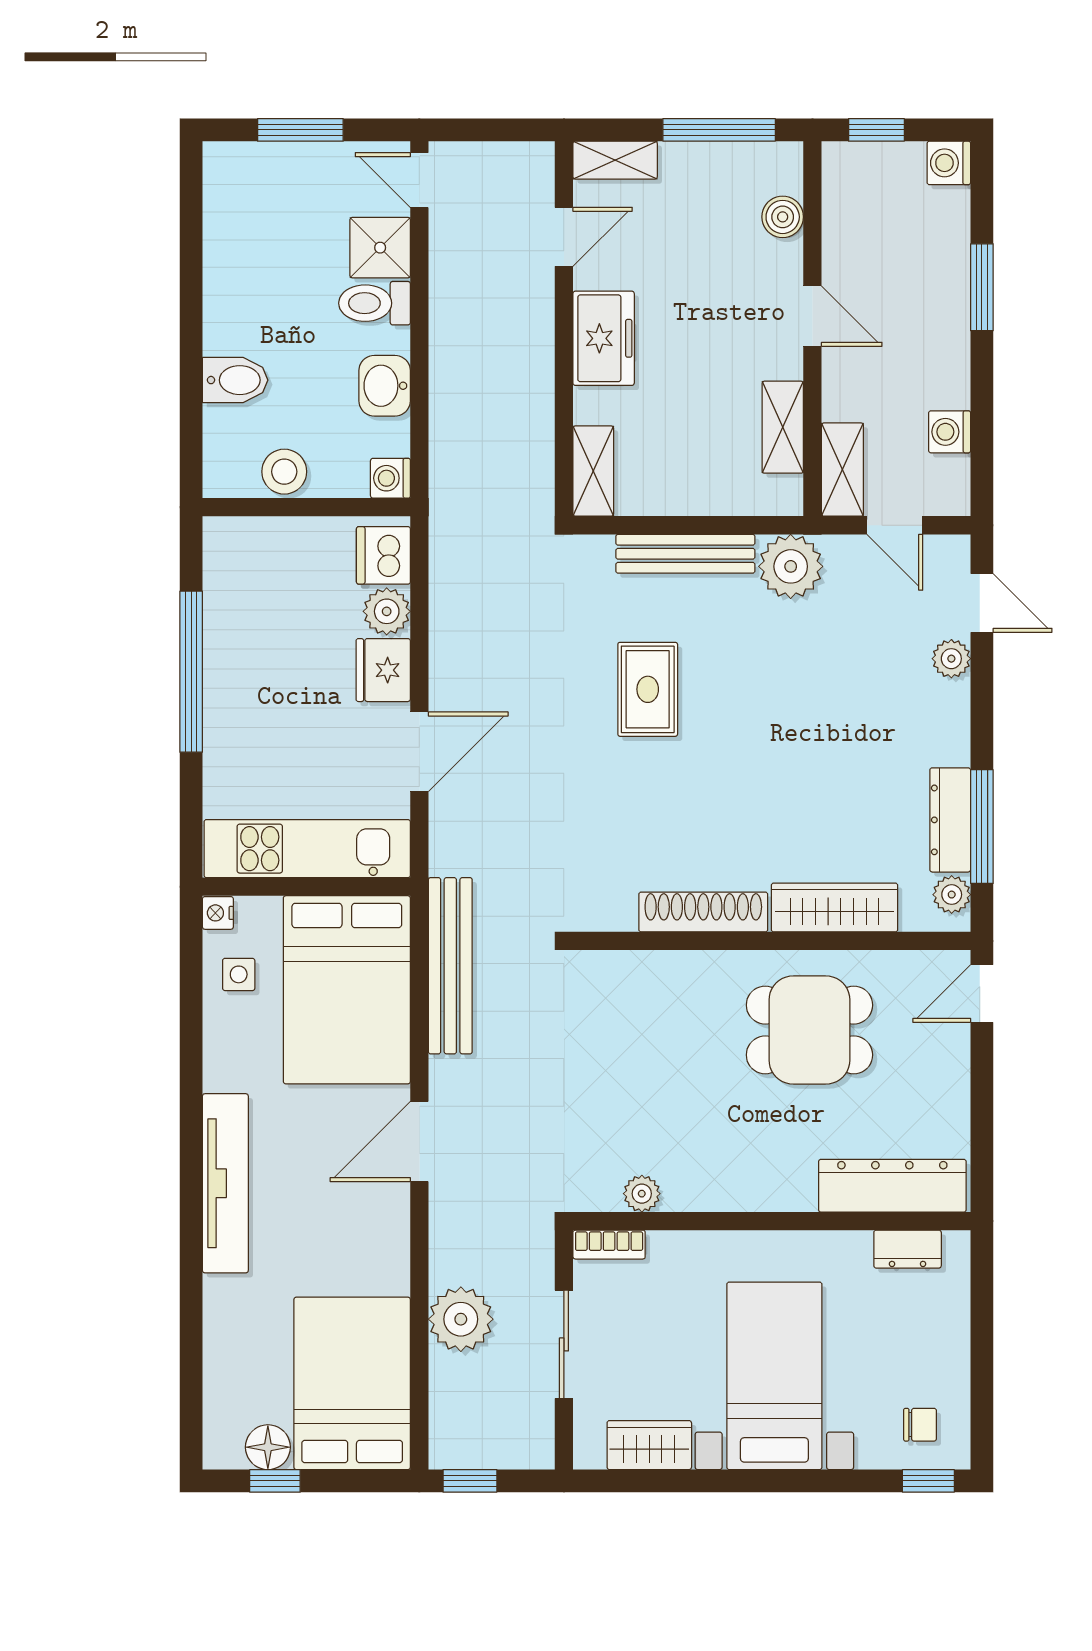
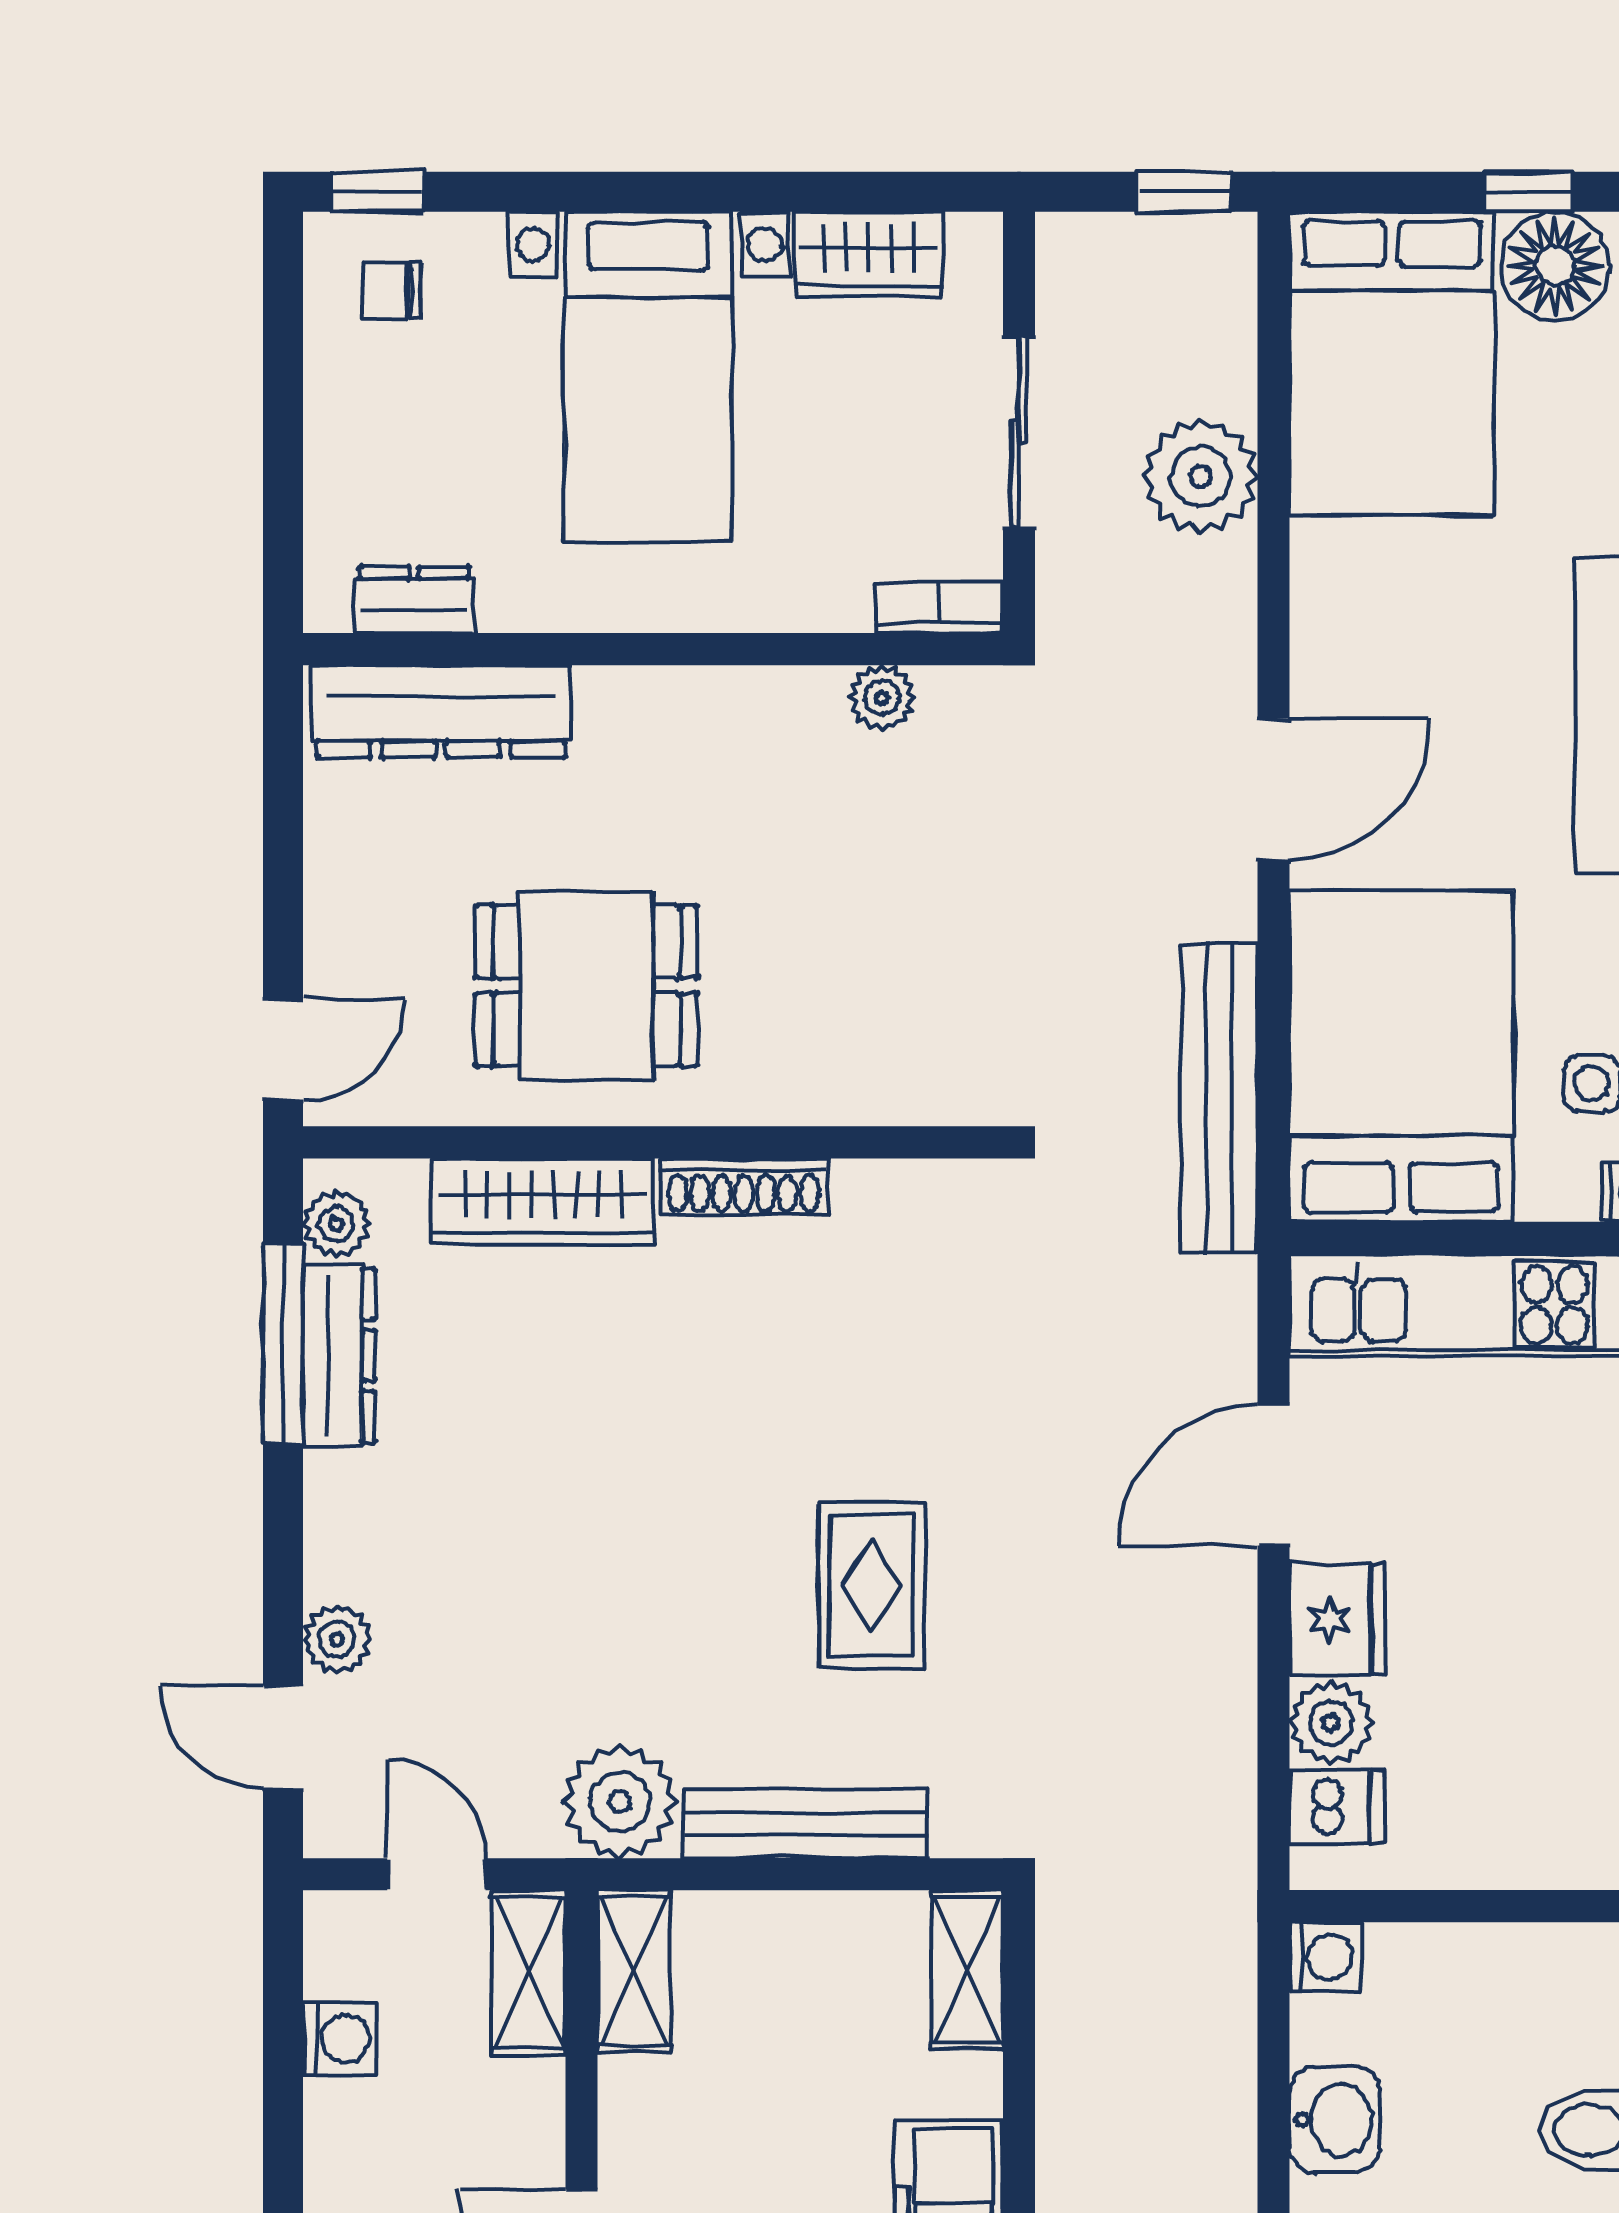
shelving: (783, 427) -> (634, 1971), moved
stool: (284, 472) -> (1511, 1969), removed
dishwasher: (383, 555) -> (1337, 1807), width x0.73
shoe rack: (703, 912) -> (744, 1187), width x0.74, depth x0.81
floor lamp: (268, 1447) -> (1555, 266), width x1.38, depth x1.38

